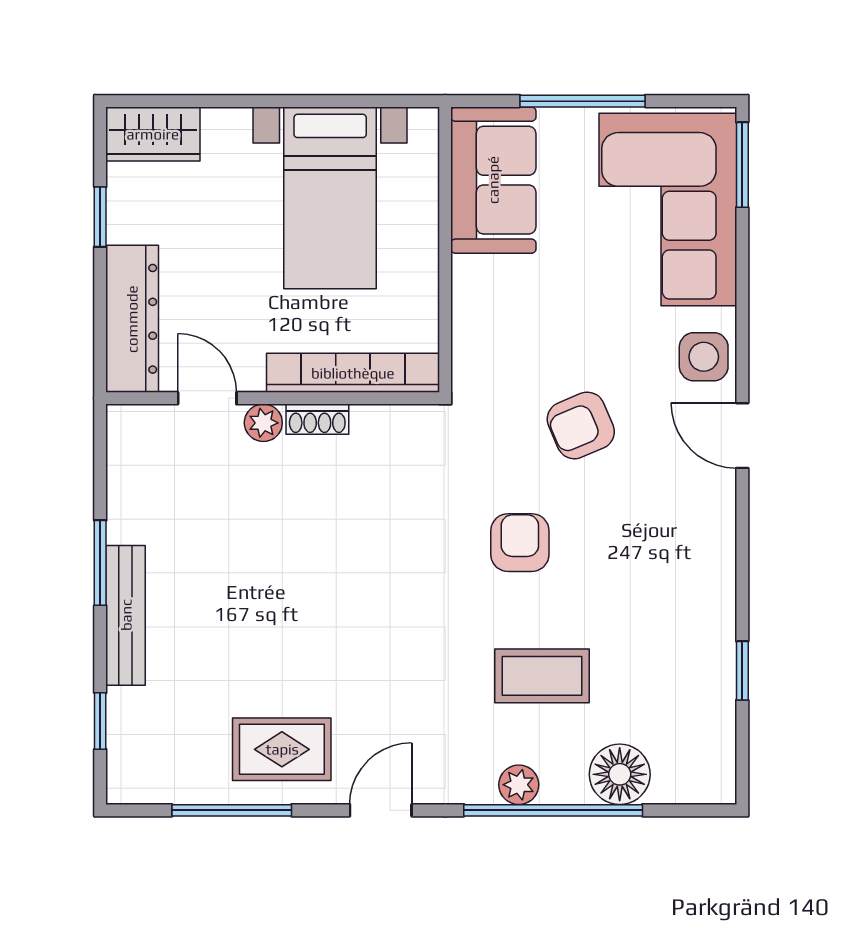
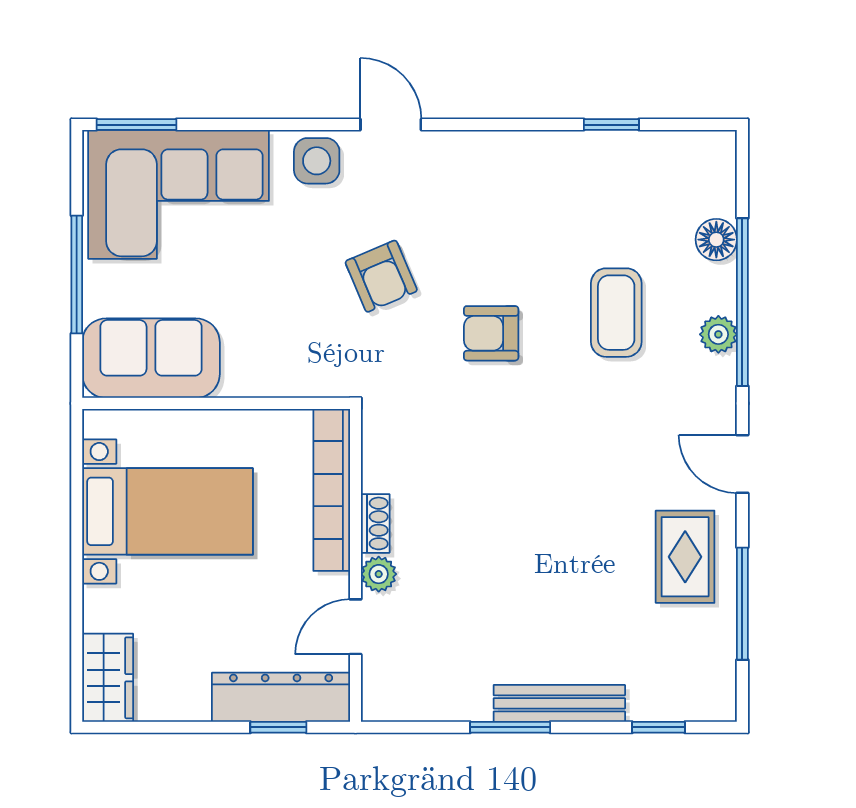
window: (100, 217) -> (278, 727), moved
door: (742, 436) -> (391, 125), swing flipped
floor lamp: (620, 774) -> (716, 240), width x0.73, depth x0.73

